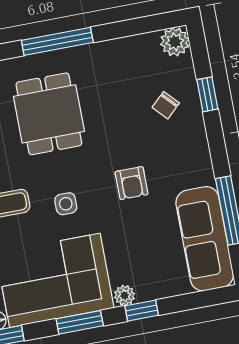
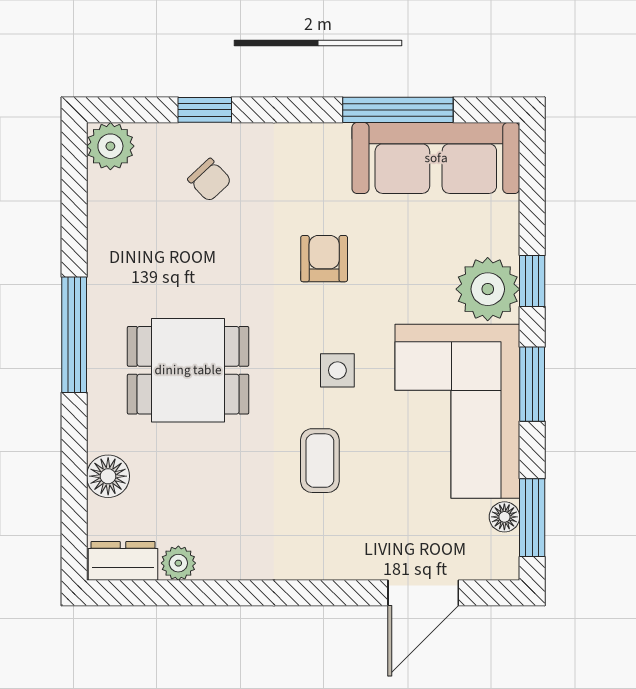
armchair: (131, 183) -> (324, 259), turned -90
plant: (125, 295) -> (488, 289), width x1.87, depth x1.87

